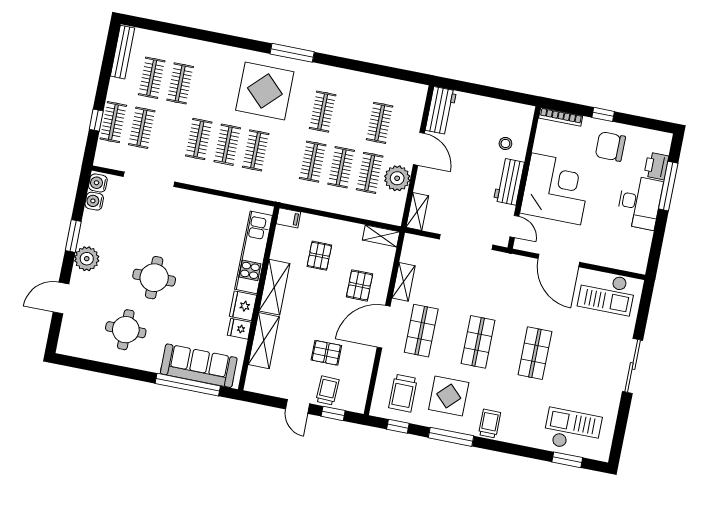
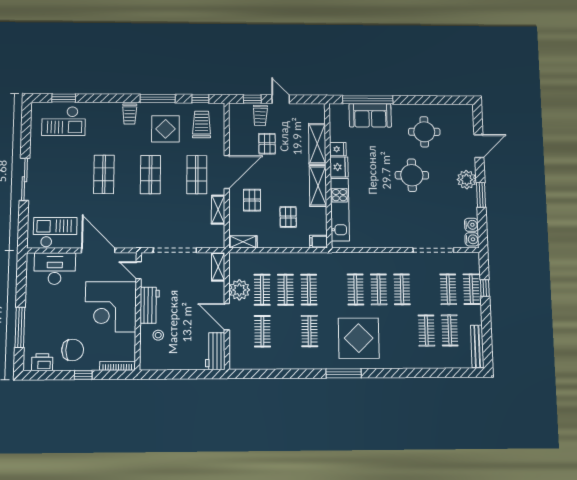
printer: (656, 166) -> (42, 362), moved, turned -90
desk: (640, 202) -> (55, 268), moved, turned 90
pallet: (326, 353) -> (267, 144), turned 90
sofa: (199, 366) -> (370, 115), width x0.73

